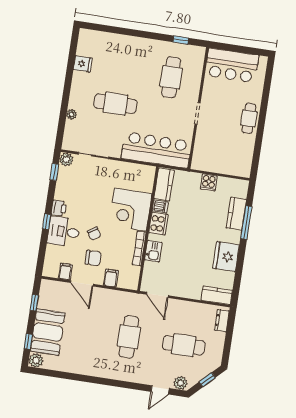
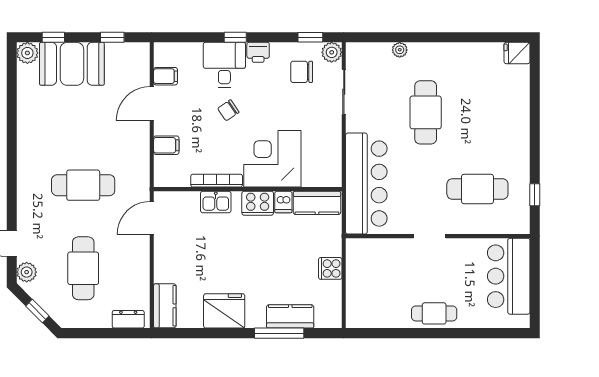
fridge: (83, 64) -> (517, 53), moved, turned 90
chair: (93, 258) -> (302, 72), moved, turned 90

